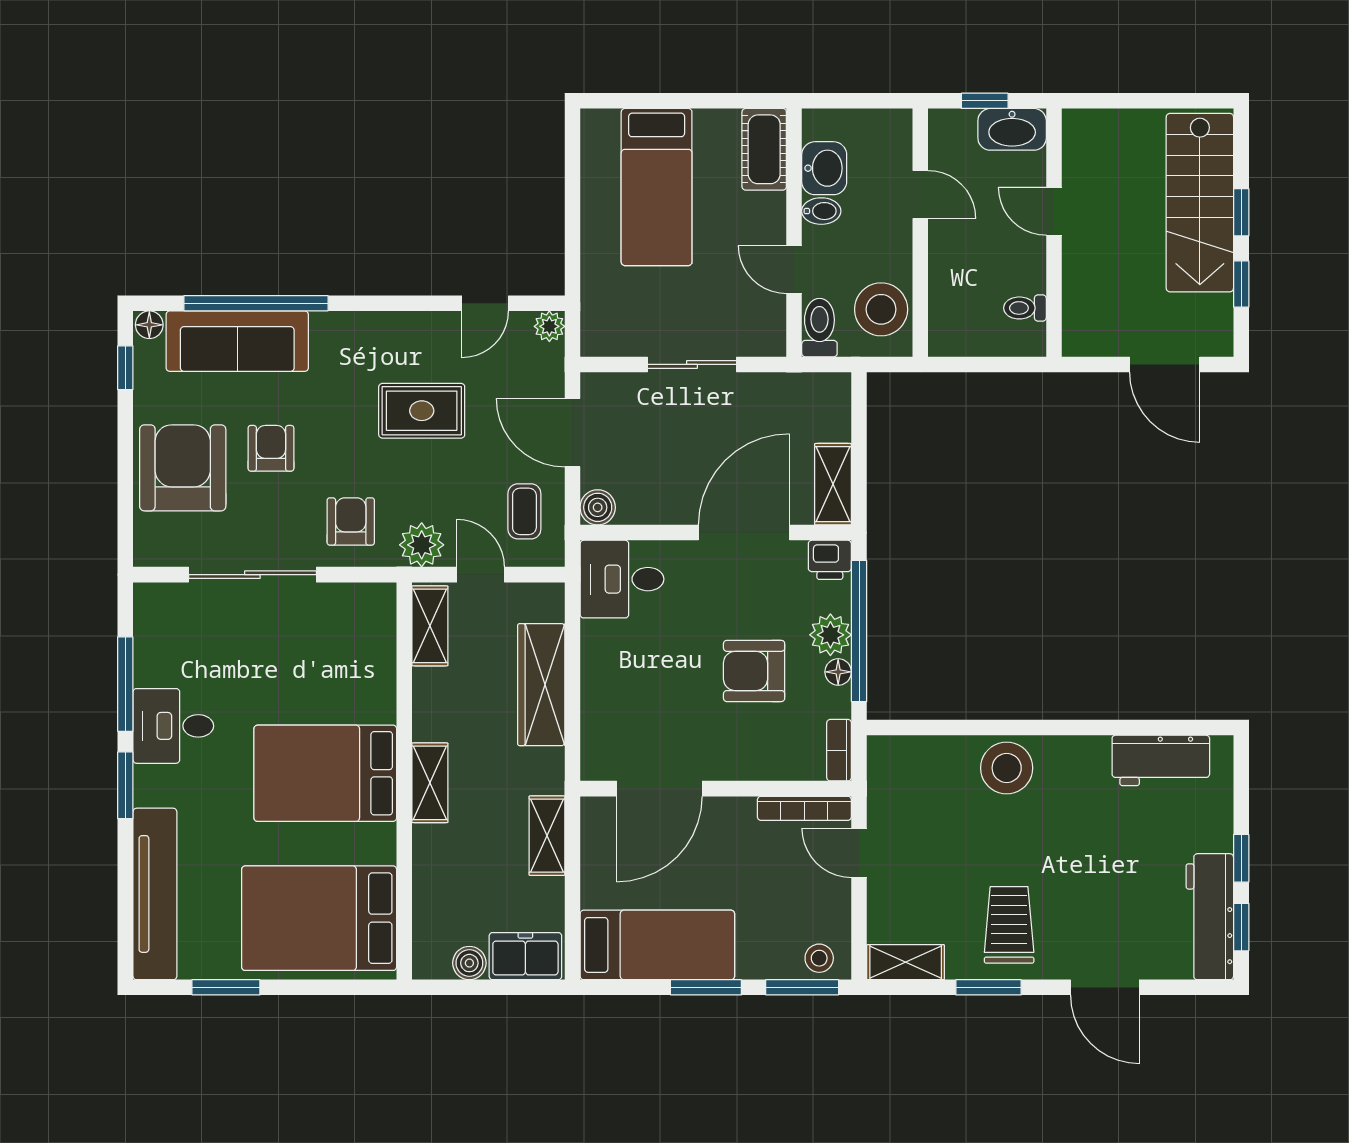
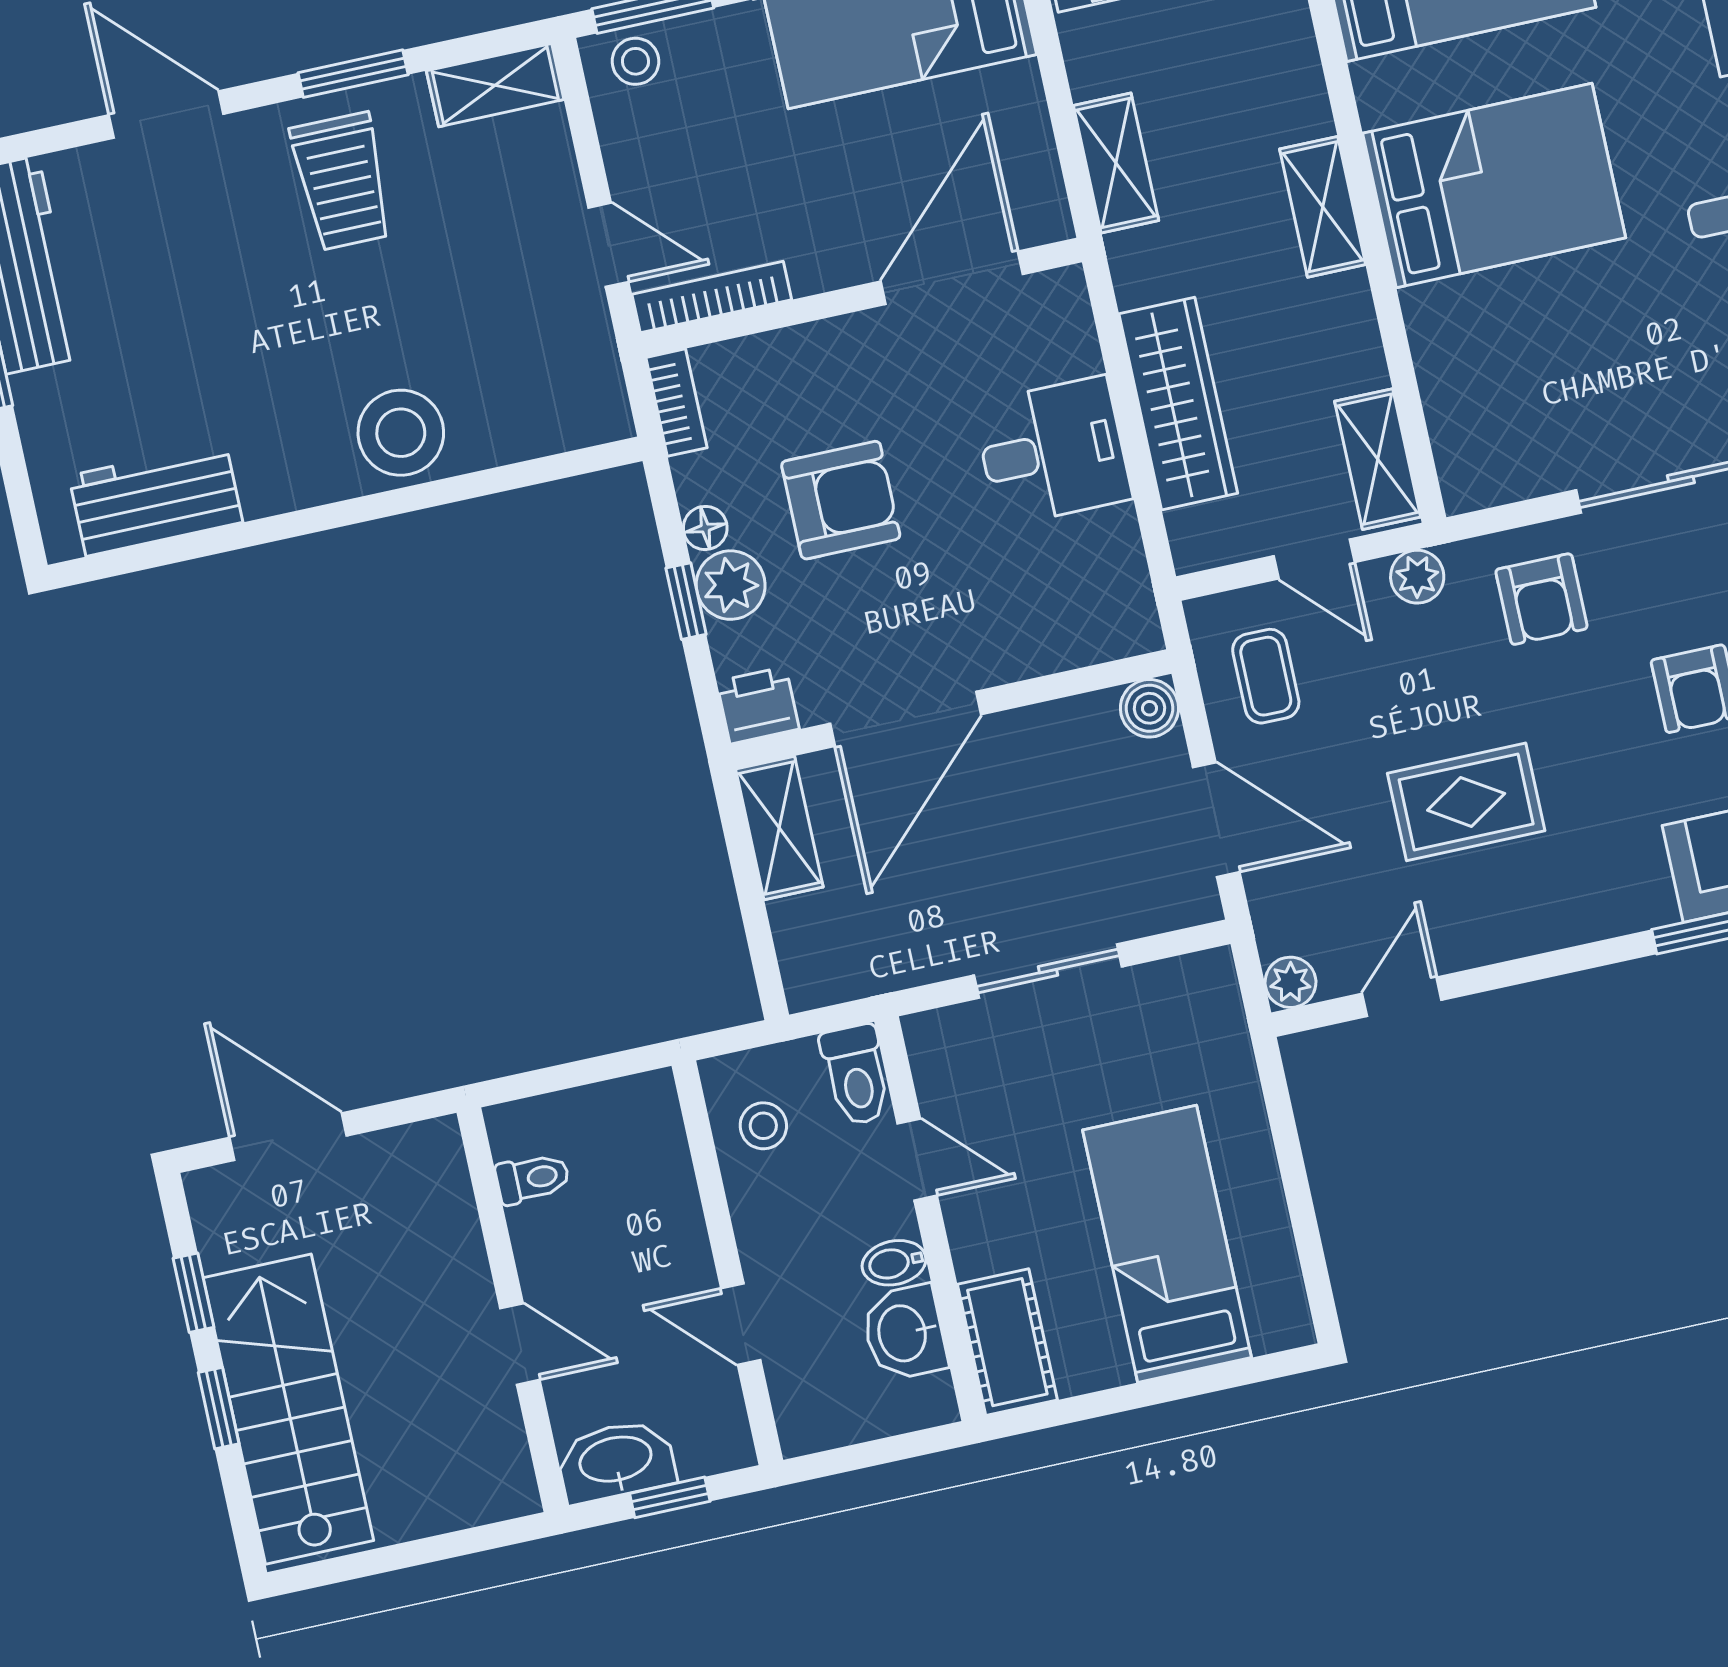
stool: (881, 309) -> (763, 1126), width x0.53, depth x0.53
plant: (422, 545) -> (1417, 577), width x0.73, depth x0.73
desk: (622, 579) -> (1052, 451), moved
window: (859, 631) -> (686, 601), width x0.32

